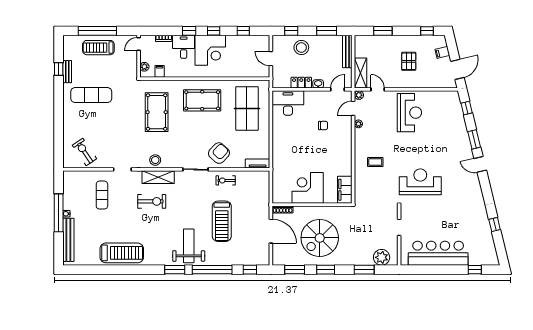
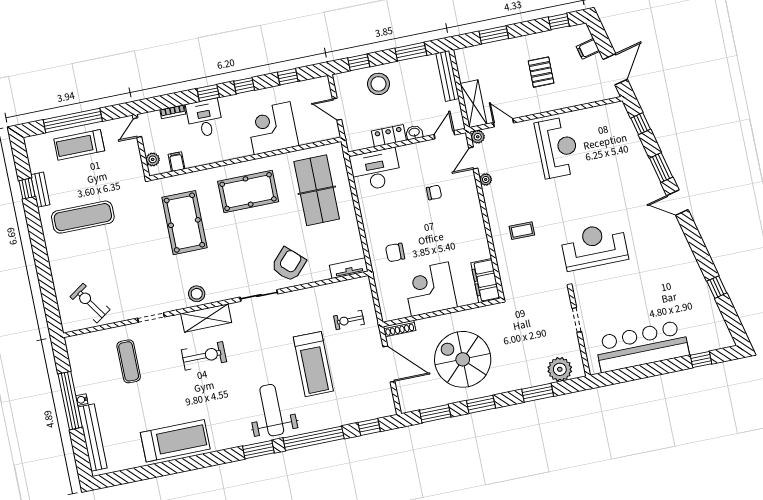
corner desk: (210, 50) -> (272, 128), moved, turned 180
chair: (290, 159) -> (395, 252), added
exercise bike: (226, 180) -> (349, 320), moved
spiral stairs: (320, 238) -> (463, 359), turned 90

